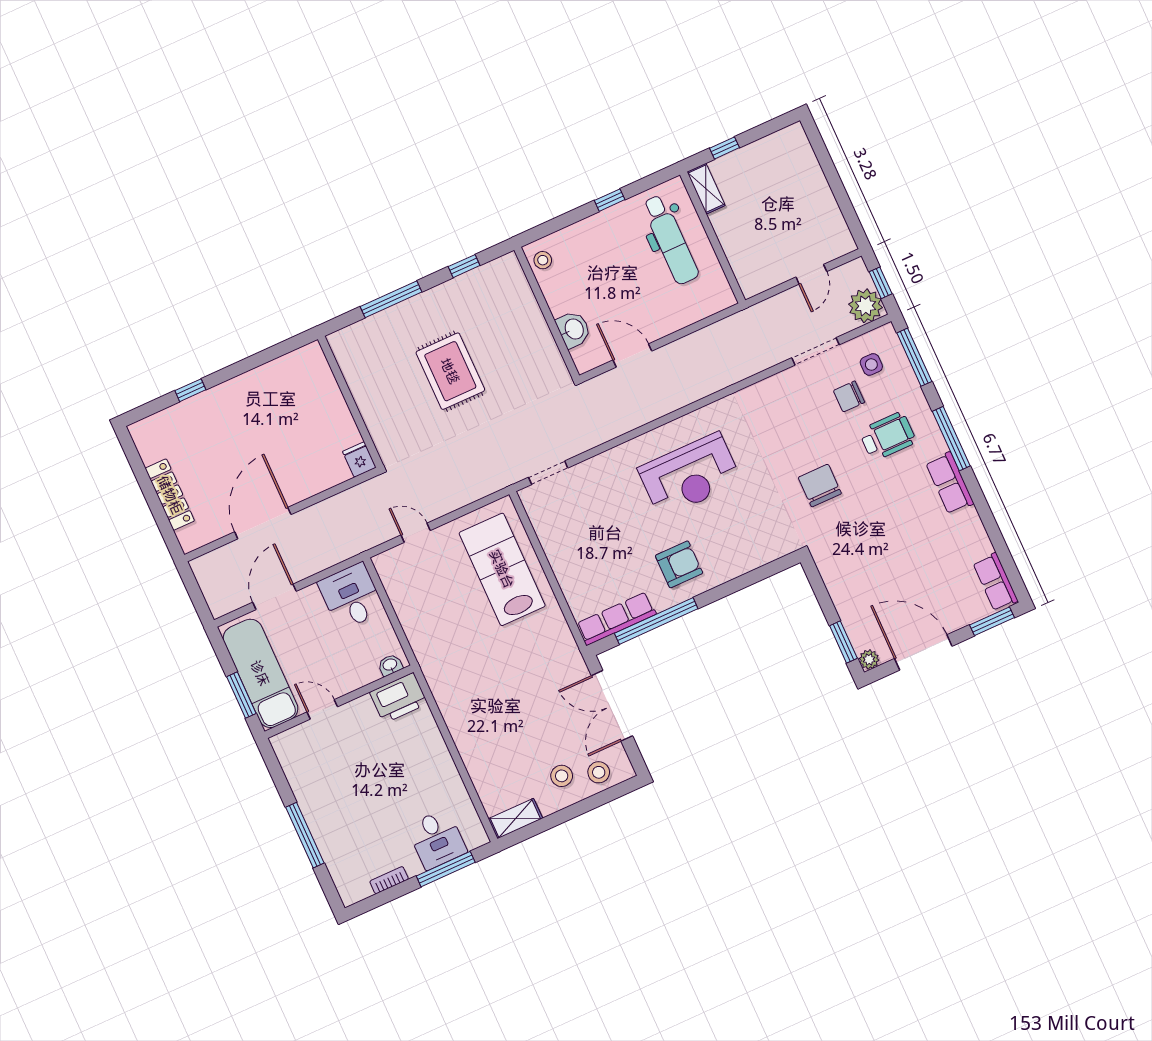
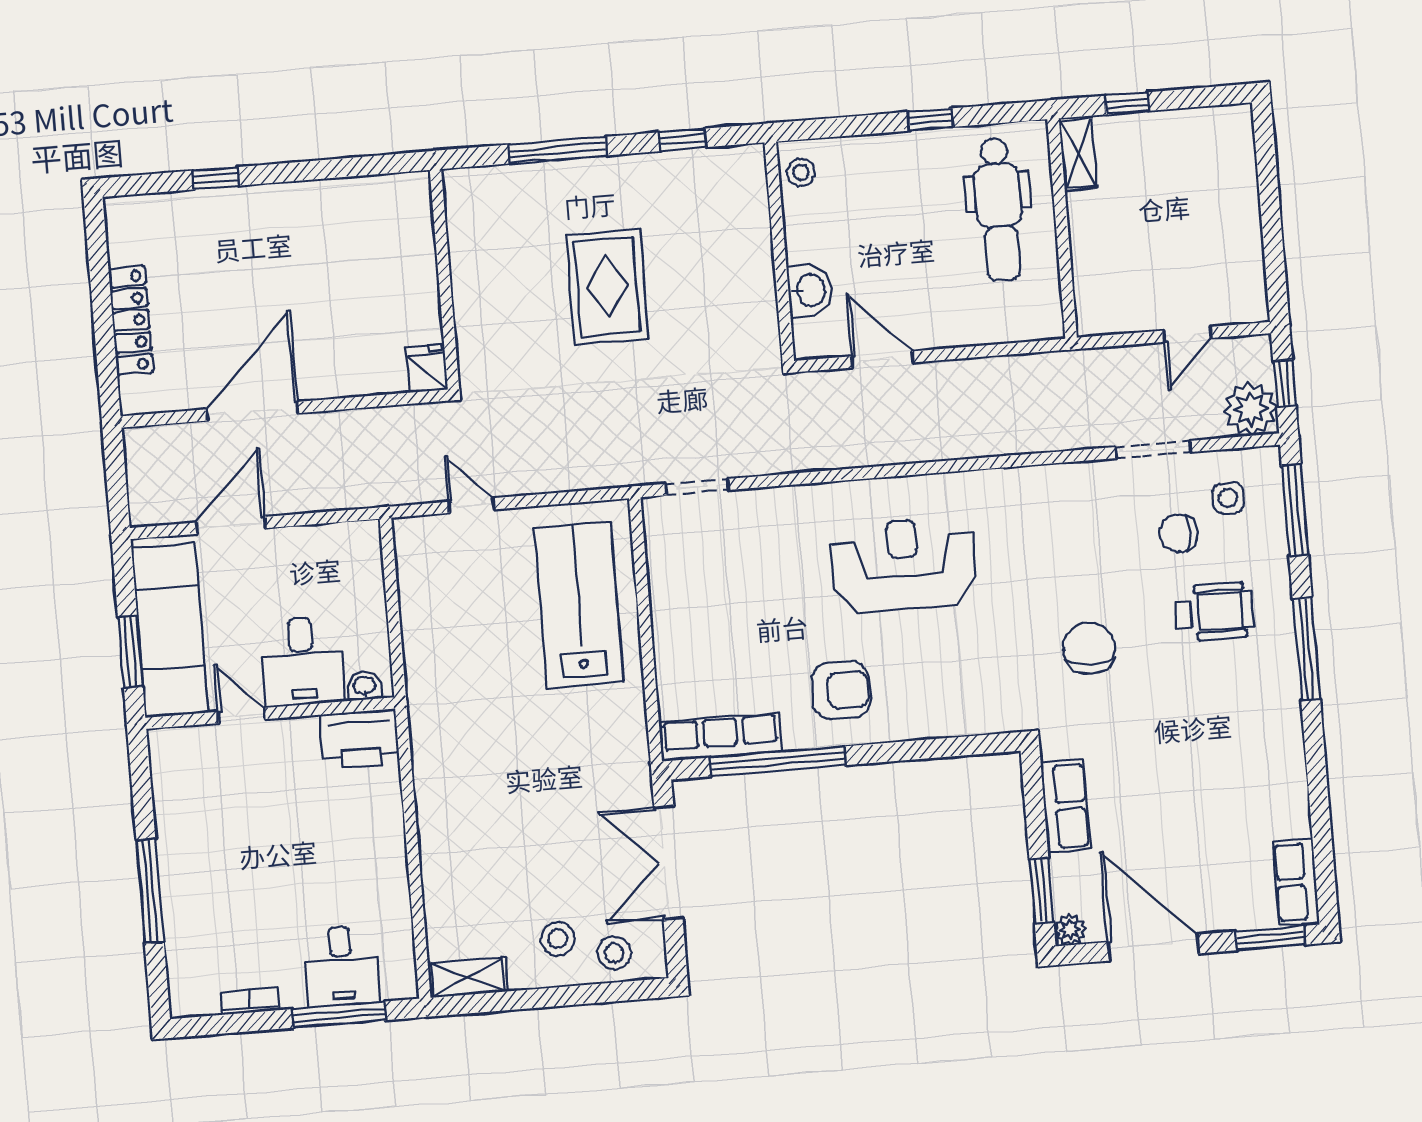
reception desk: (690, 475) -> (904, 565), turned 180
row of seats: (950, 483) -> (1066, 806), moved, turned 180
desk: (351, 597) -> (302, 661), moved, turned 180

